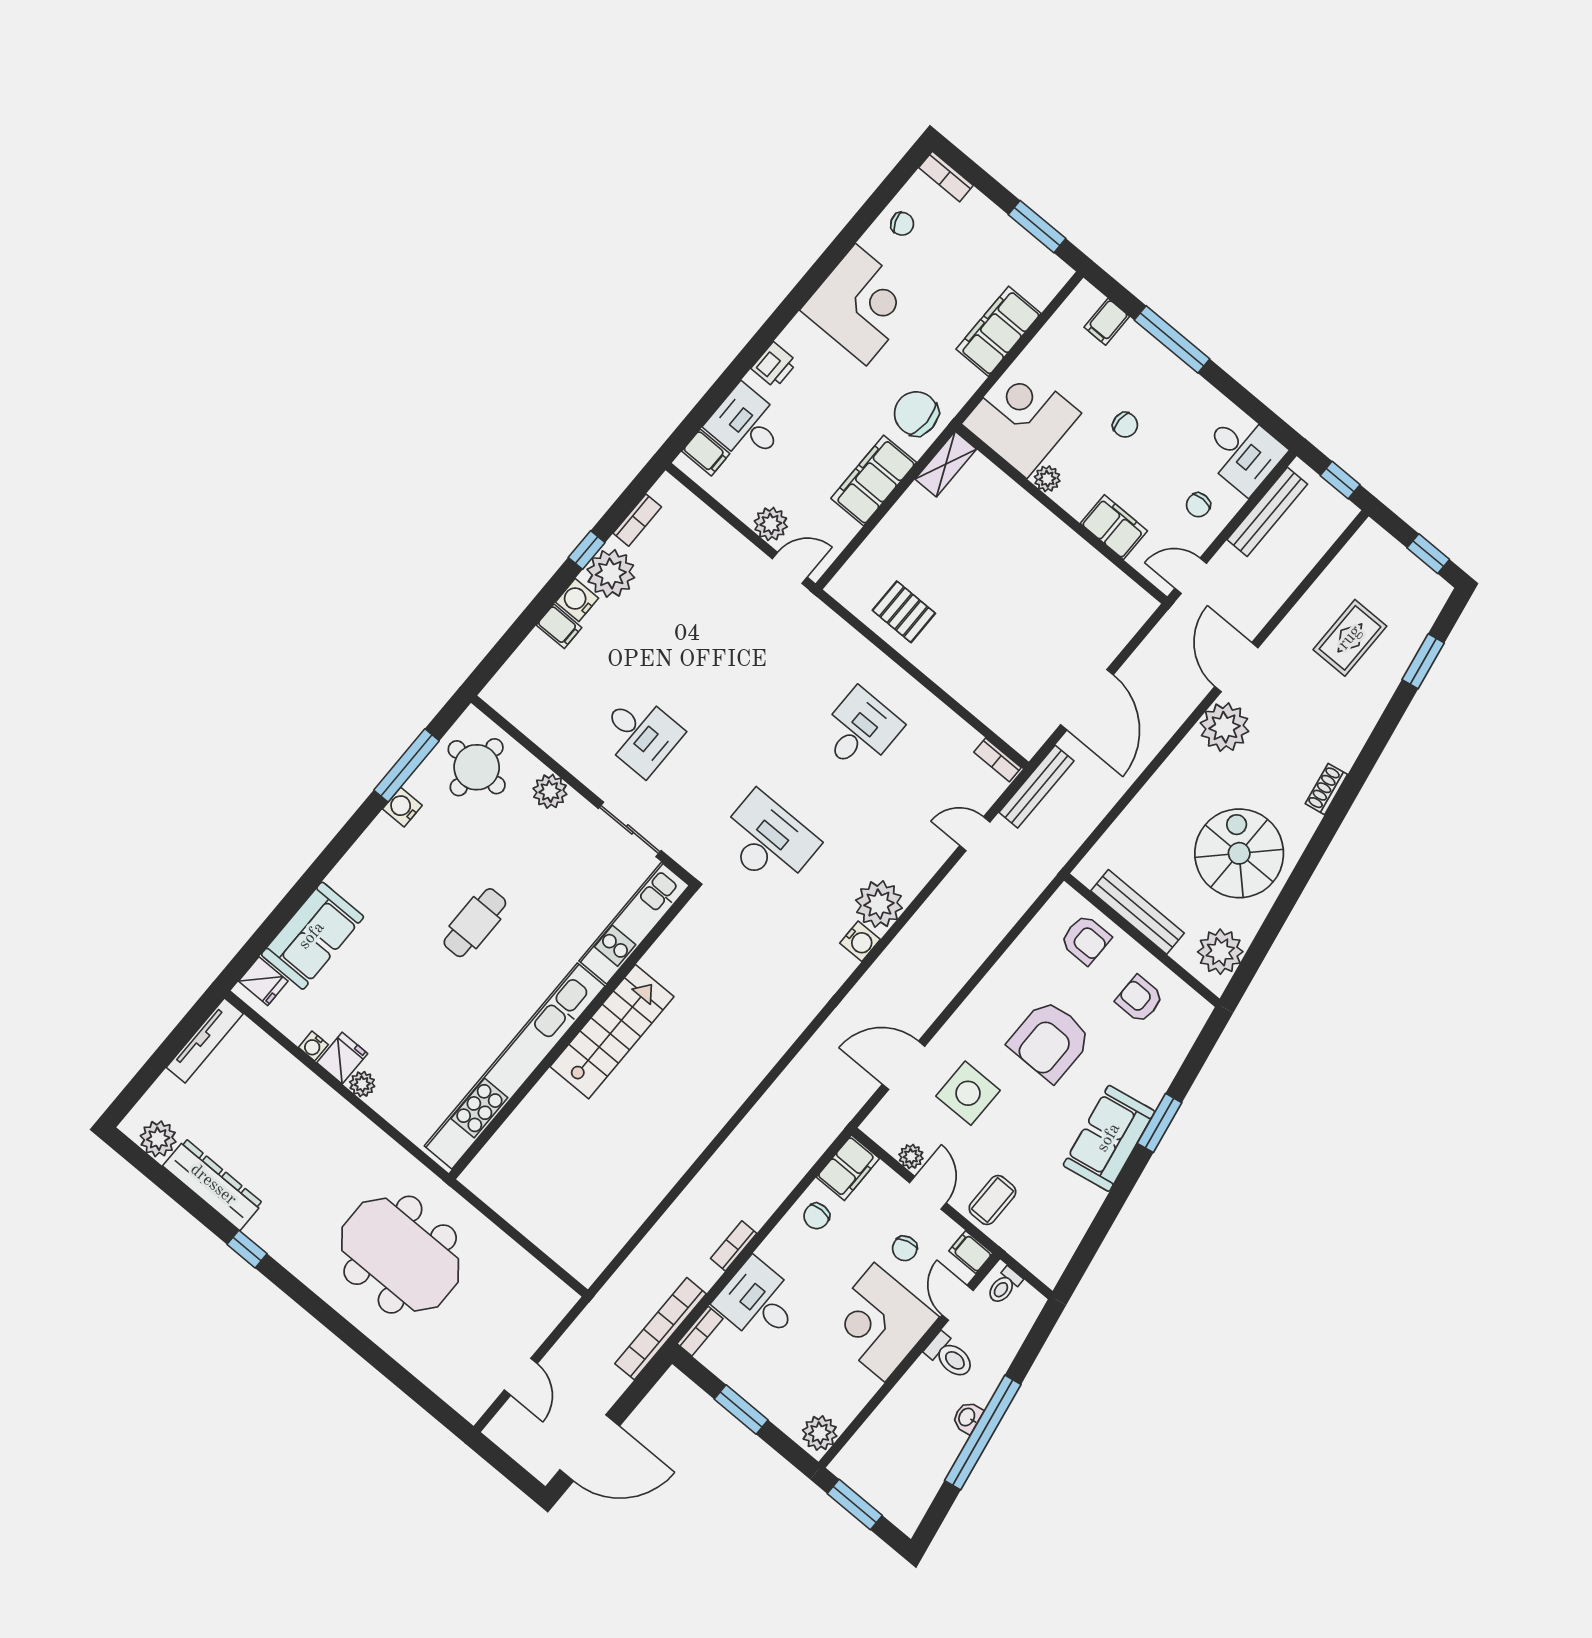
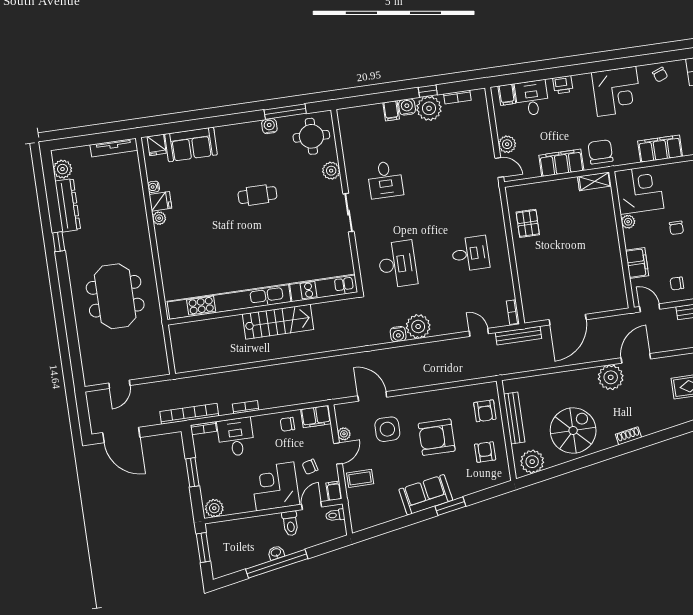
kitchen unit: (634, 923) -> (324, 288), moved
wall: (573, 1032) -> (263, 309), moved
stairs: (612, 1032) -> (278, 322), moved
kitchen unit: (515, 1066) -> (229, 302), moved

